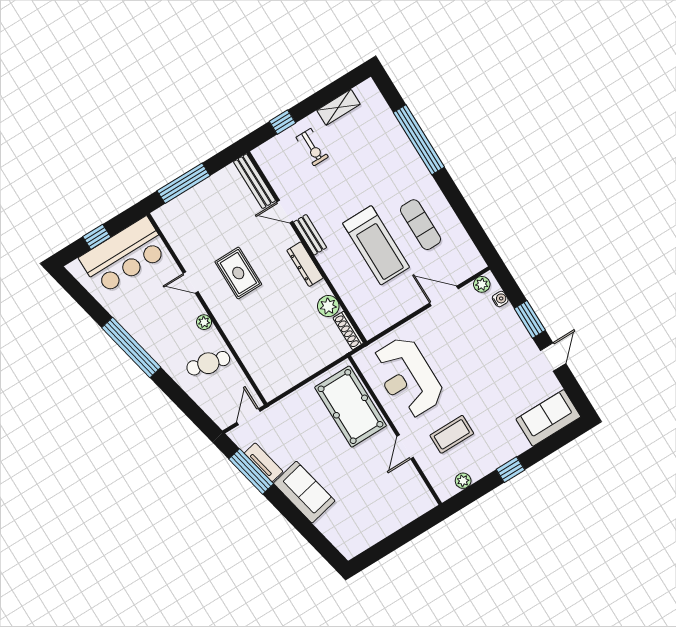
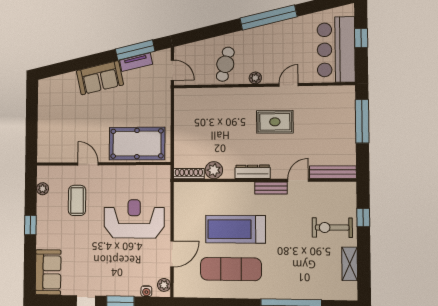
exercise bike: (312, 147) -> (332, 228), width x1.38, depth x1.39
exercise mat: (420, 225) -> (231, 269), width x1.36, depth x1.45
reception desk: (407, 377) -> (134, 219), moved

